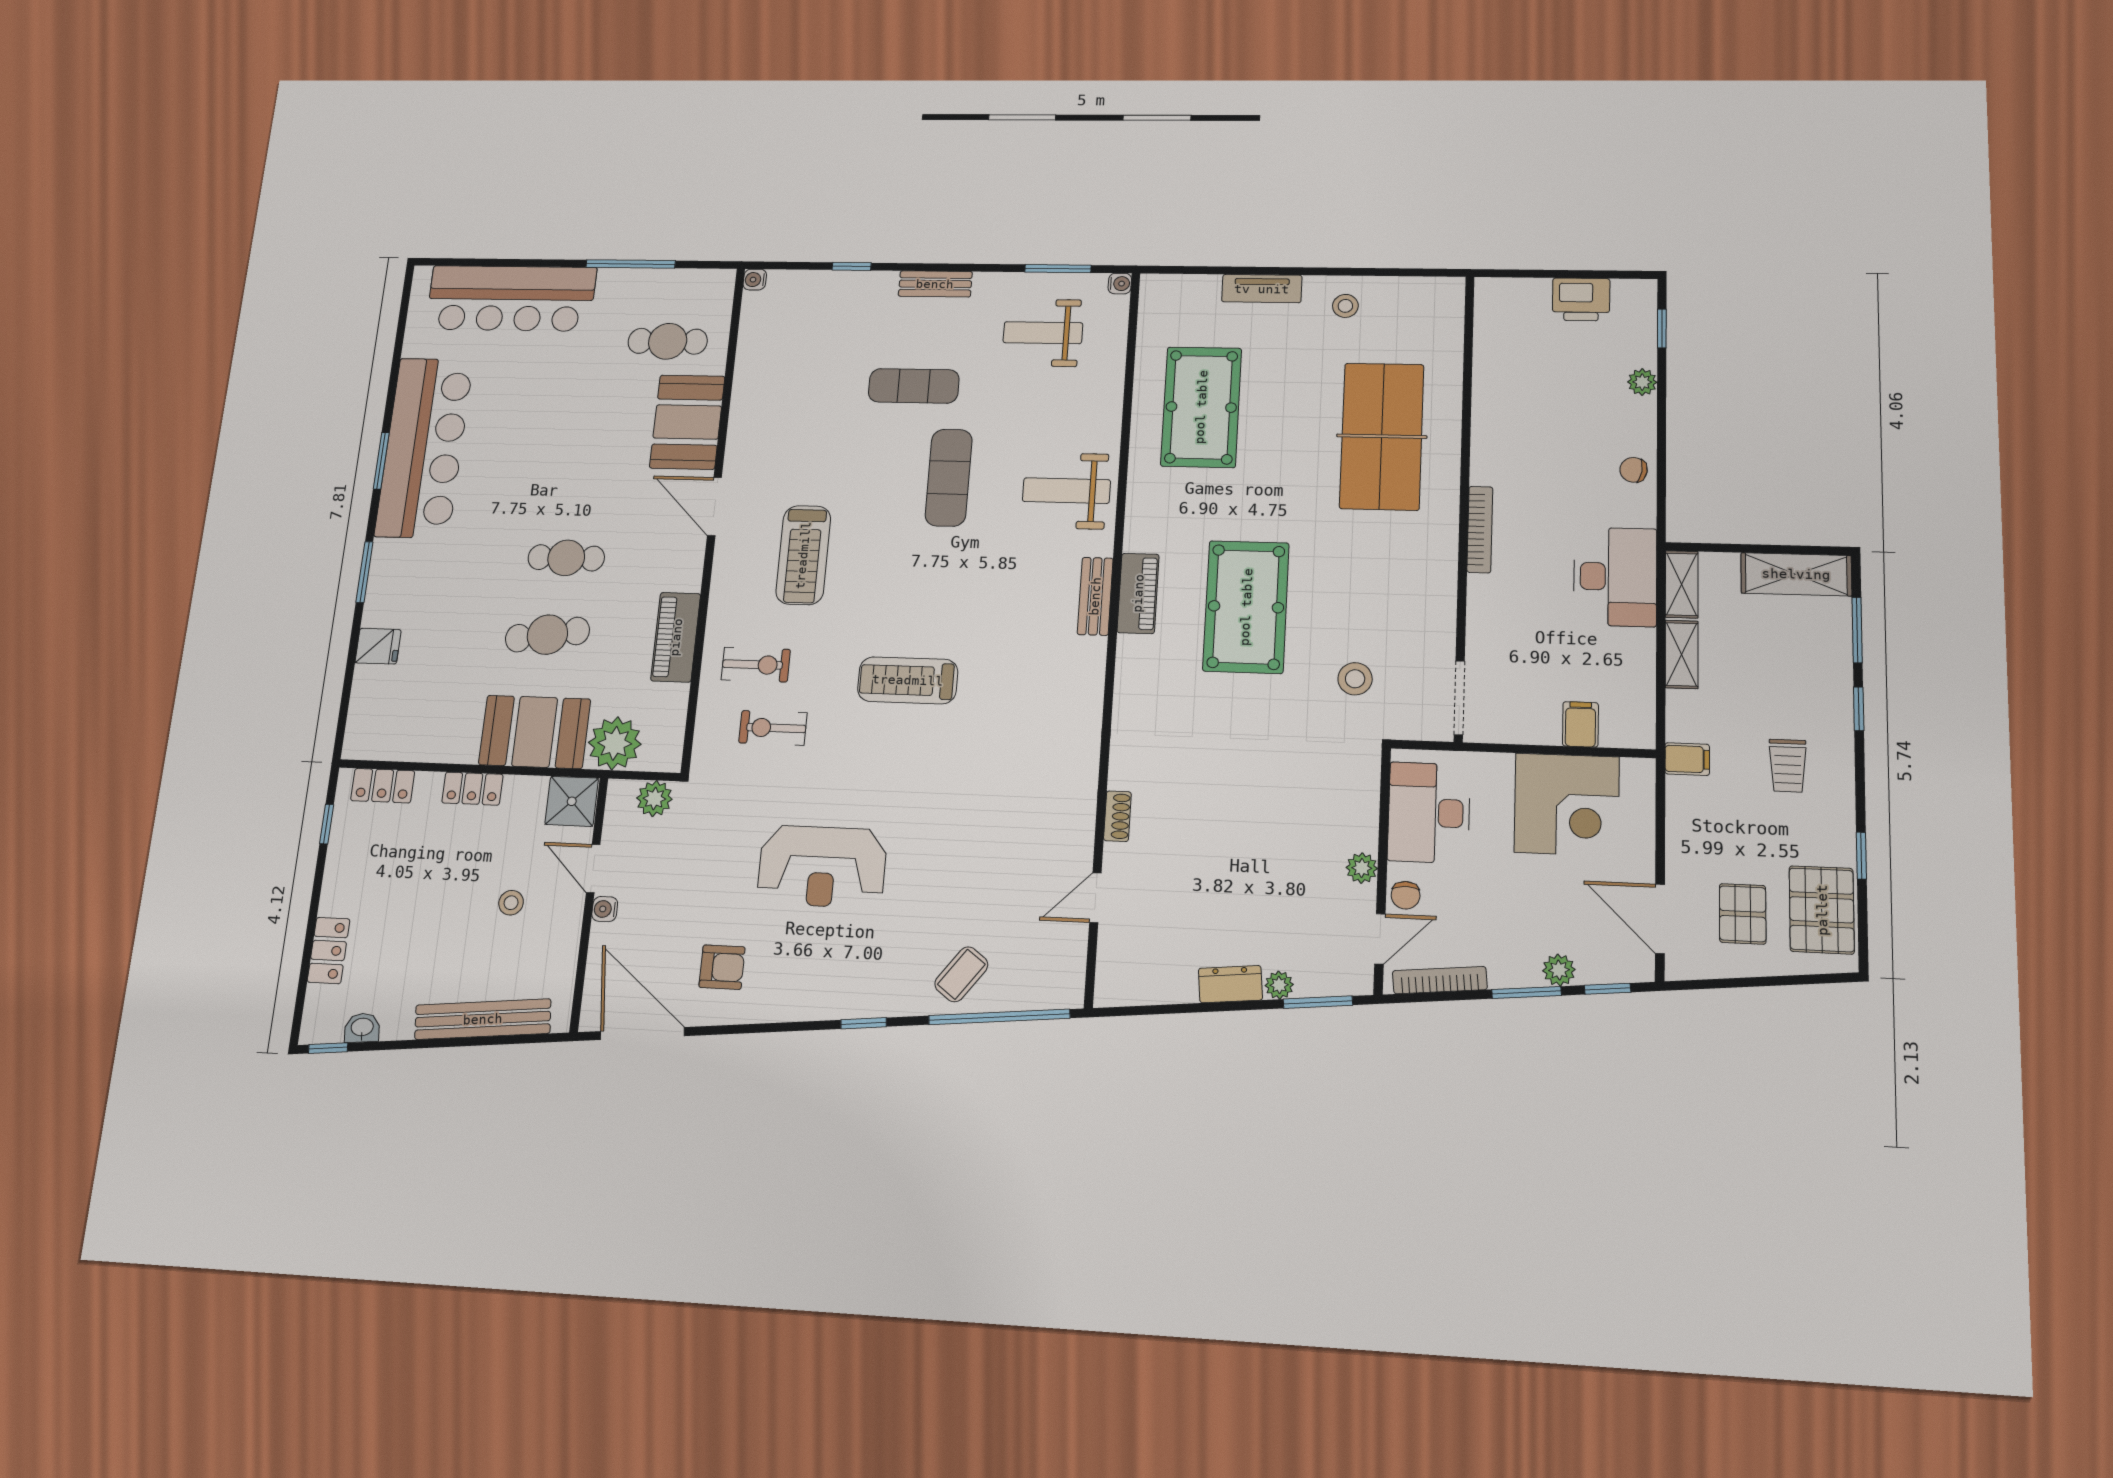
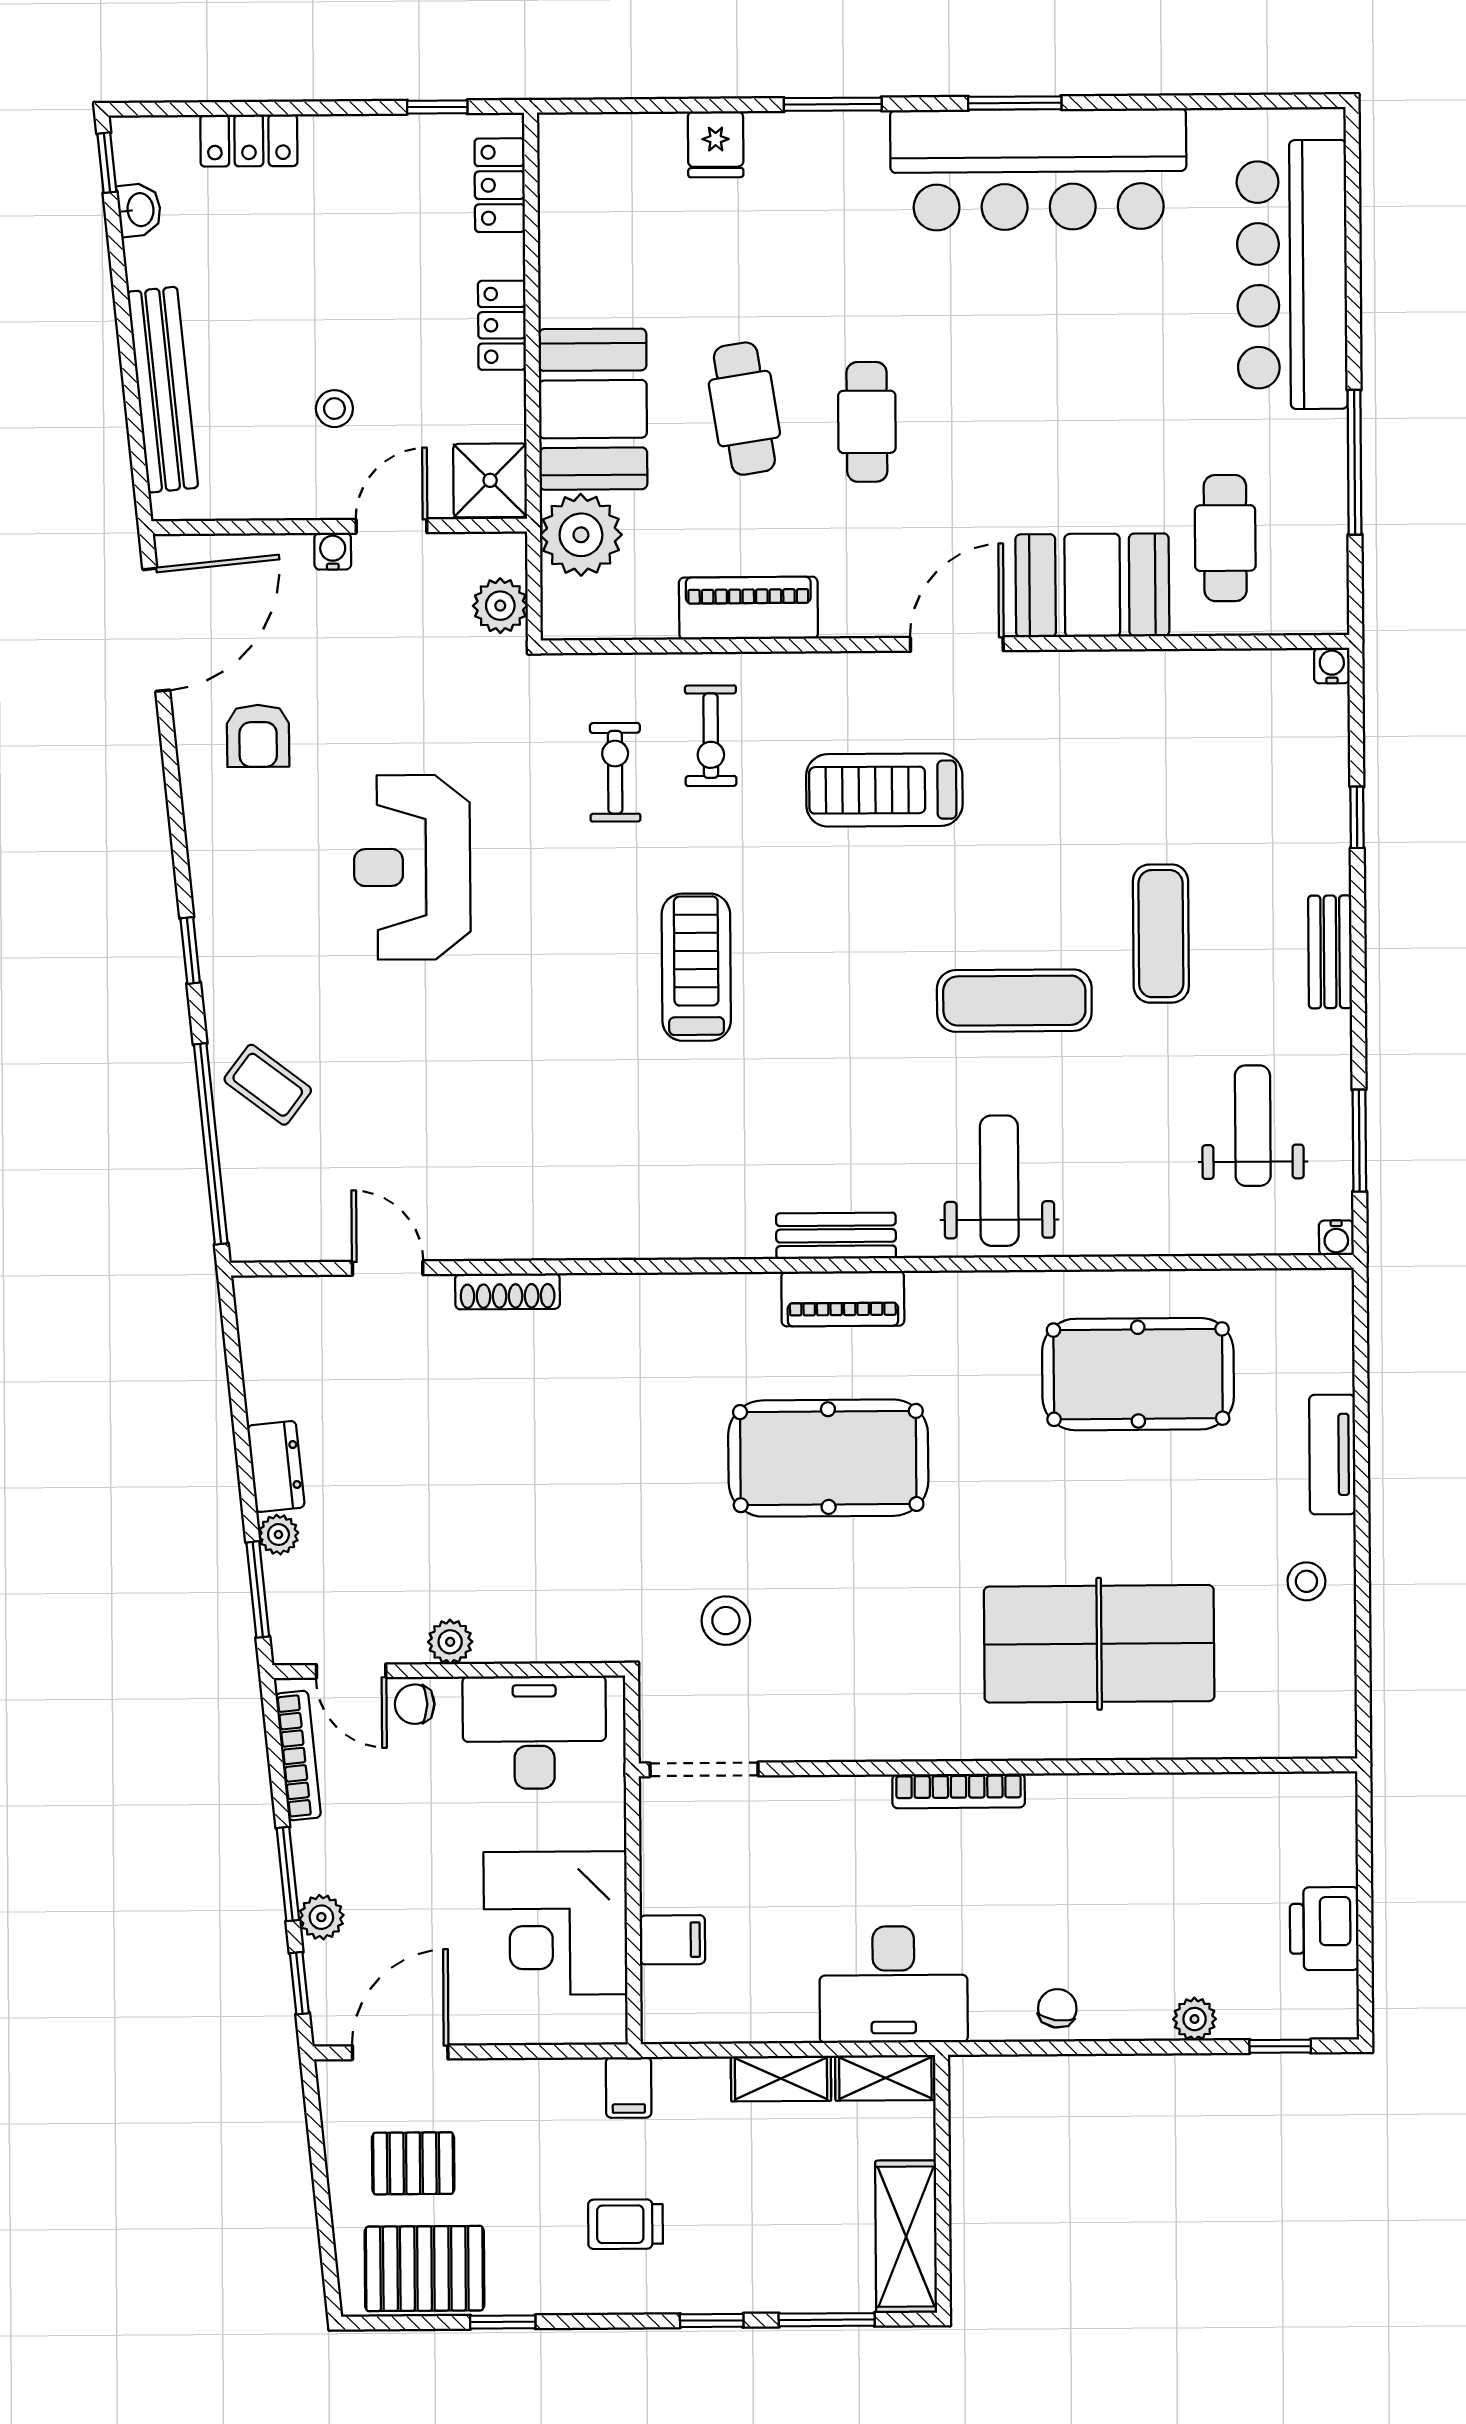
shoe rack: (1117, 816) -> (508, 1291), width x1.43

